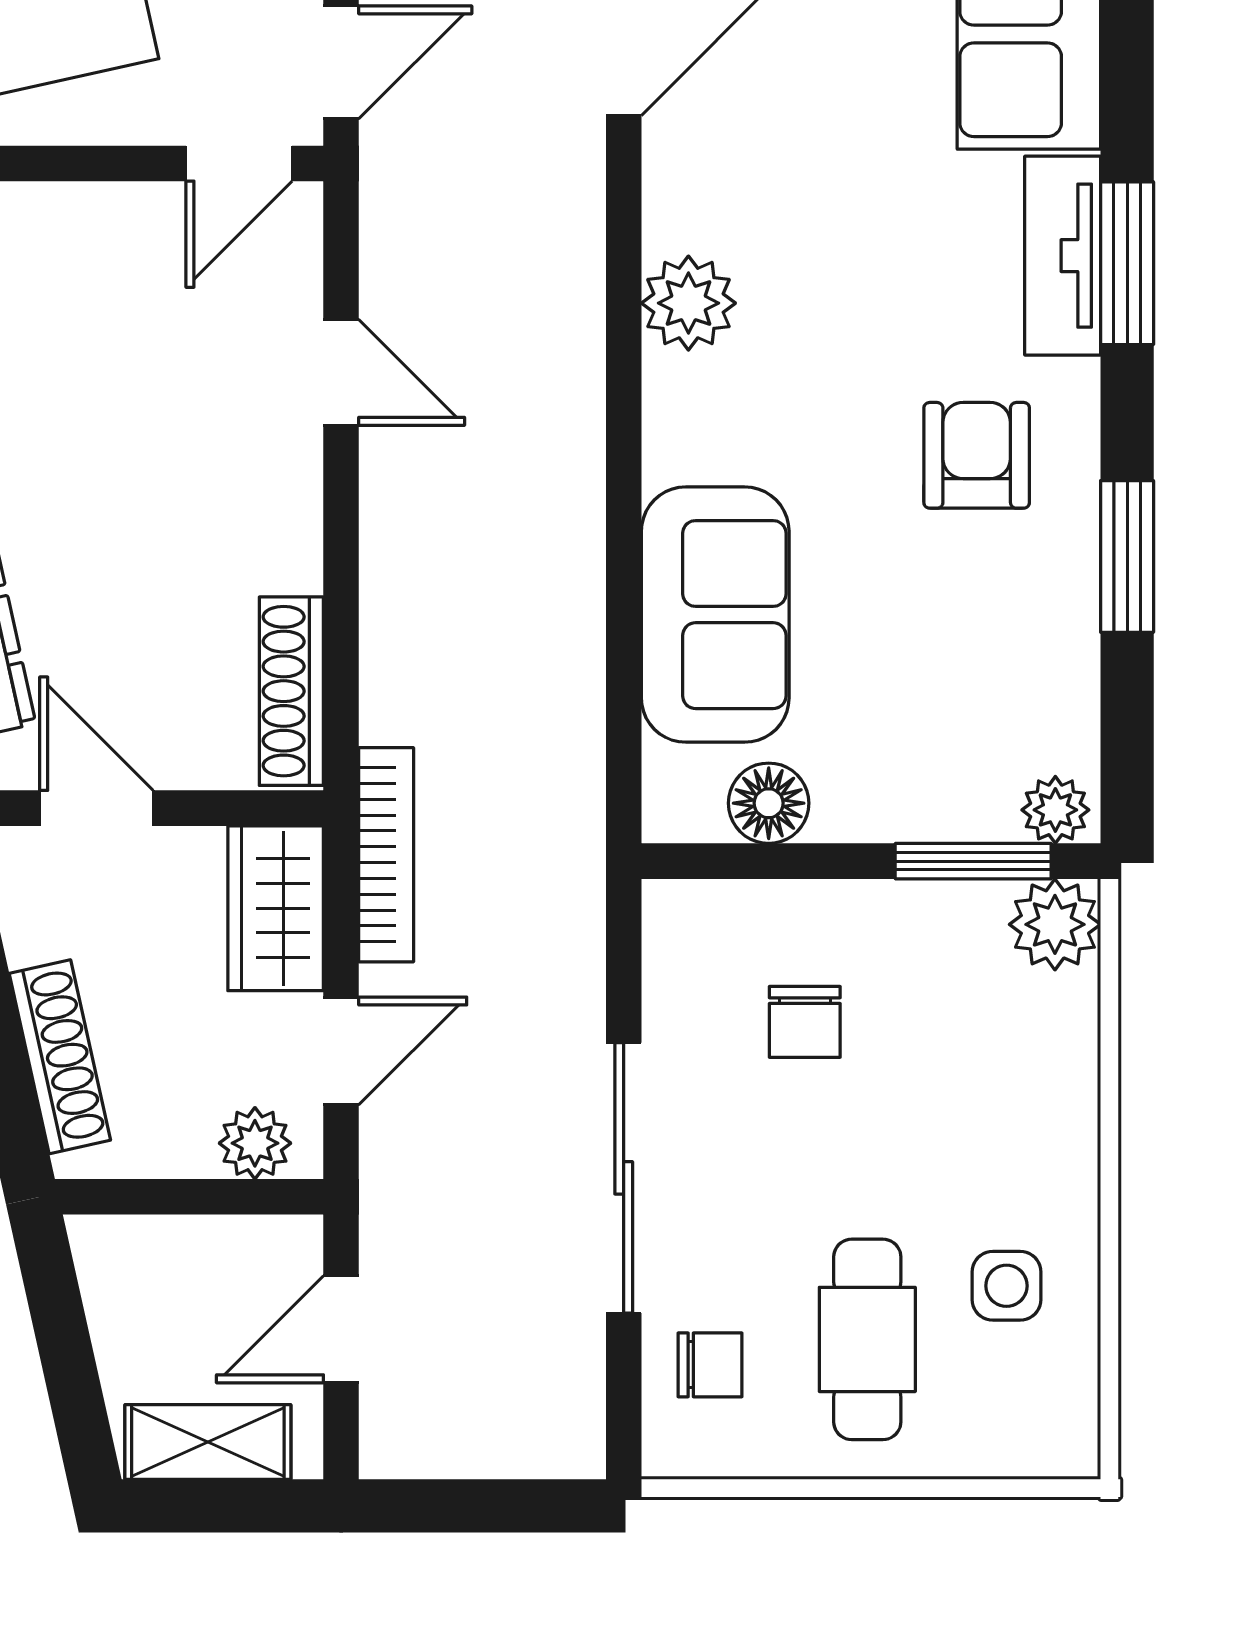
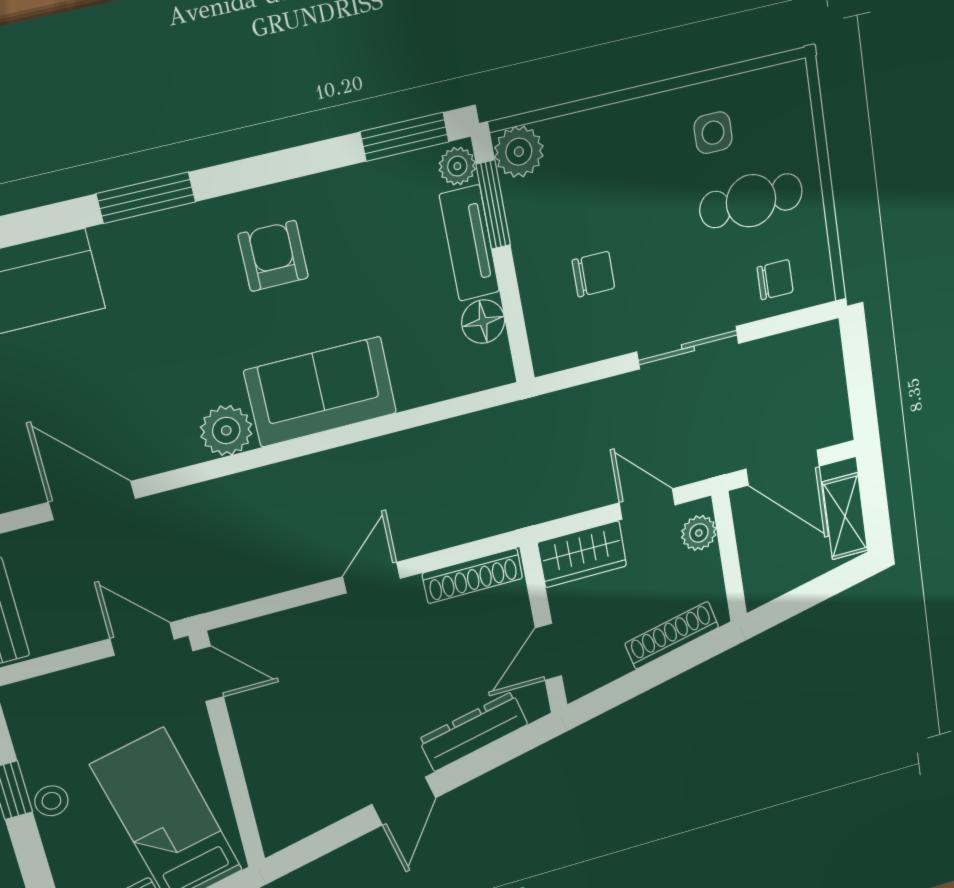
tv unit: (1063, 256) -> (470, 243), moved, turned 90
door: (341, 372) -> (371, 578), moved
armchair: (977, 455) -> (273, 256), turned 90
window: (1127, 556) -> (405, 137), moved
sofa: (715, 615) -> (321, 392), moved
bookcase: (386, 855) -> (546, 508), removed
sliding door: (624, 1178) -> (688, 348), width x0.73
door: (341, 1329) -> (783, 468), width x1.38
chair: (710, 1365) -> (775, 280), turned 90

